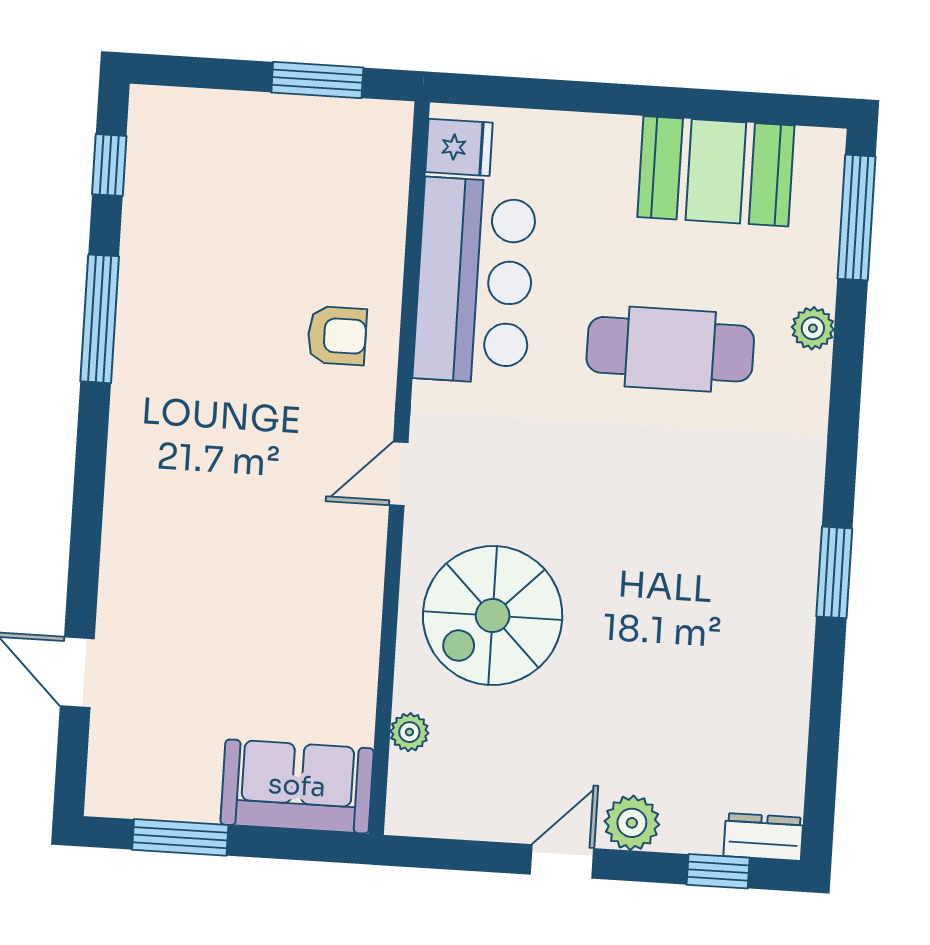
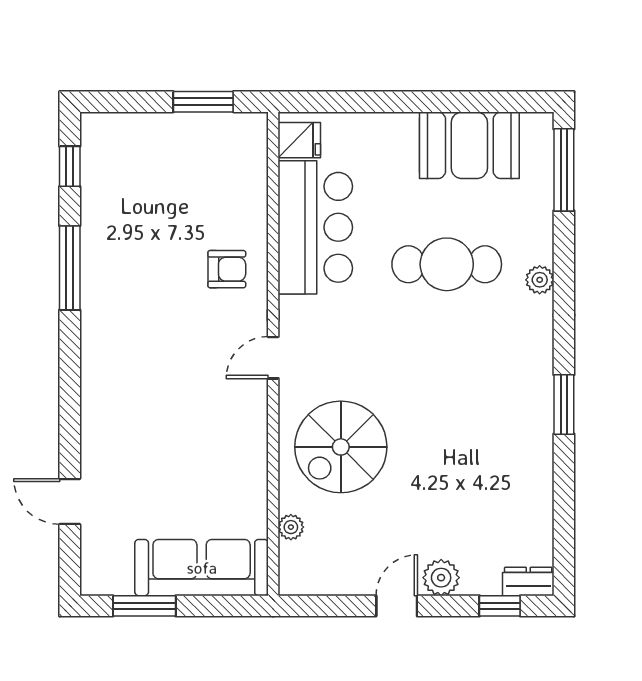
plant: (813, 328) -> (540, 280), moved
sofa: (297, 786) -> (202, 568), width x1.36

